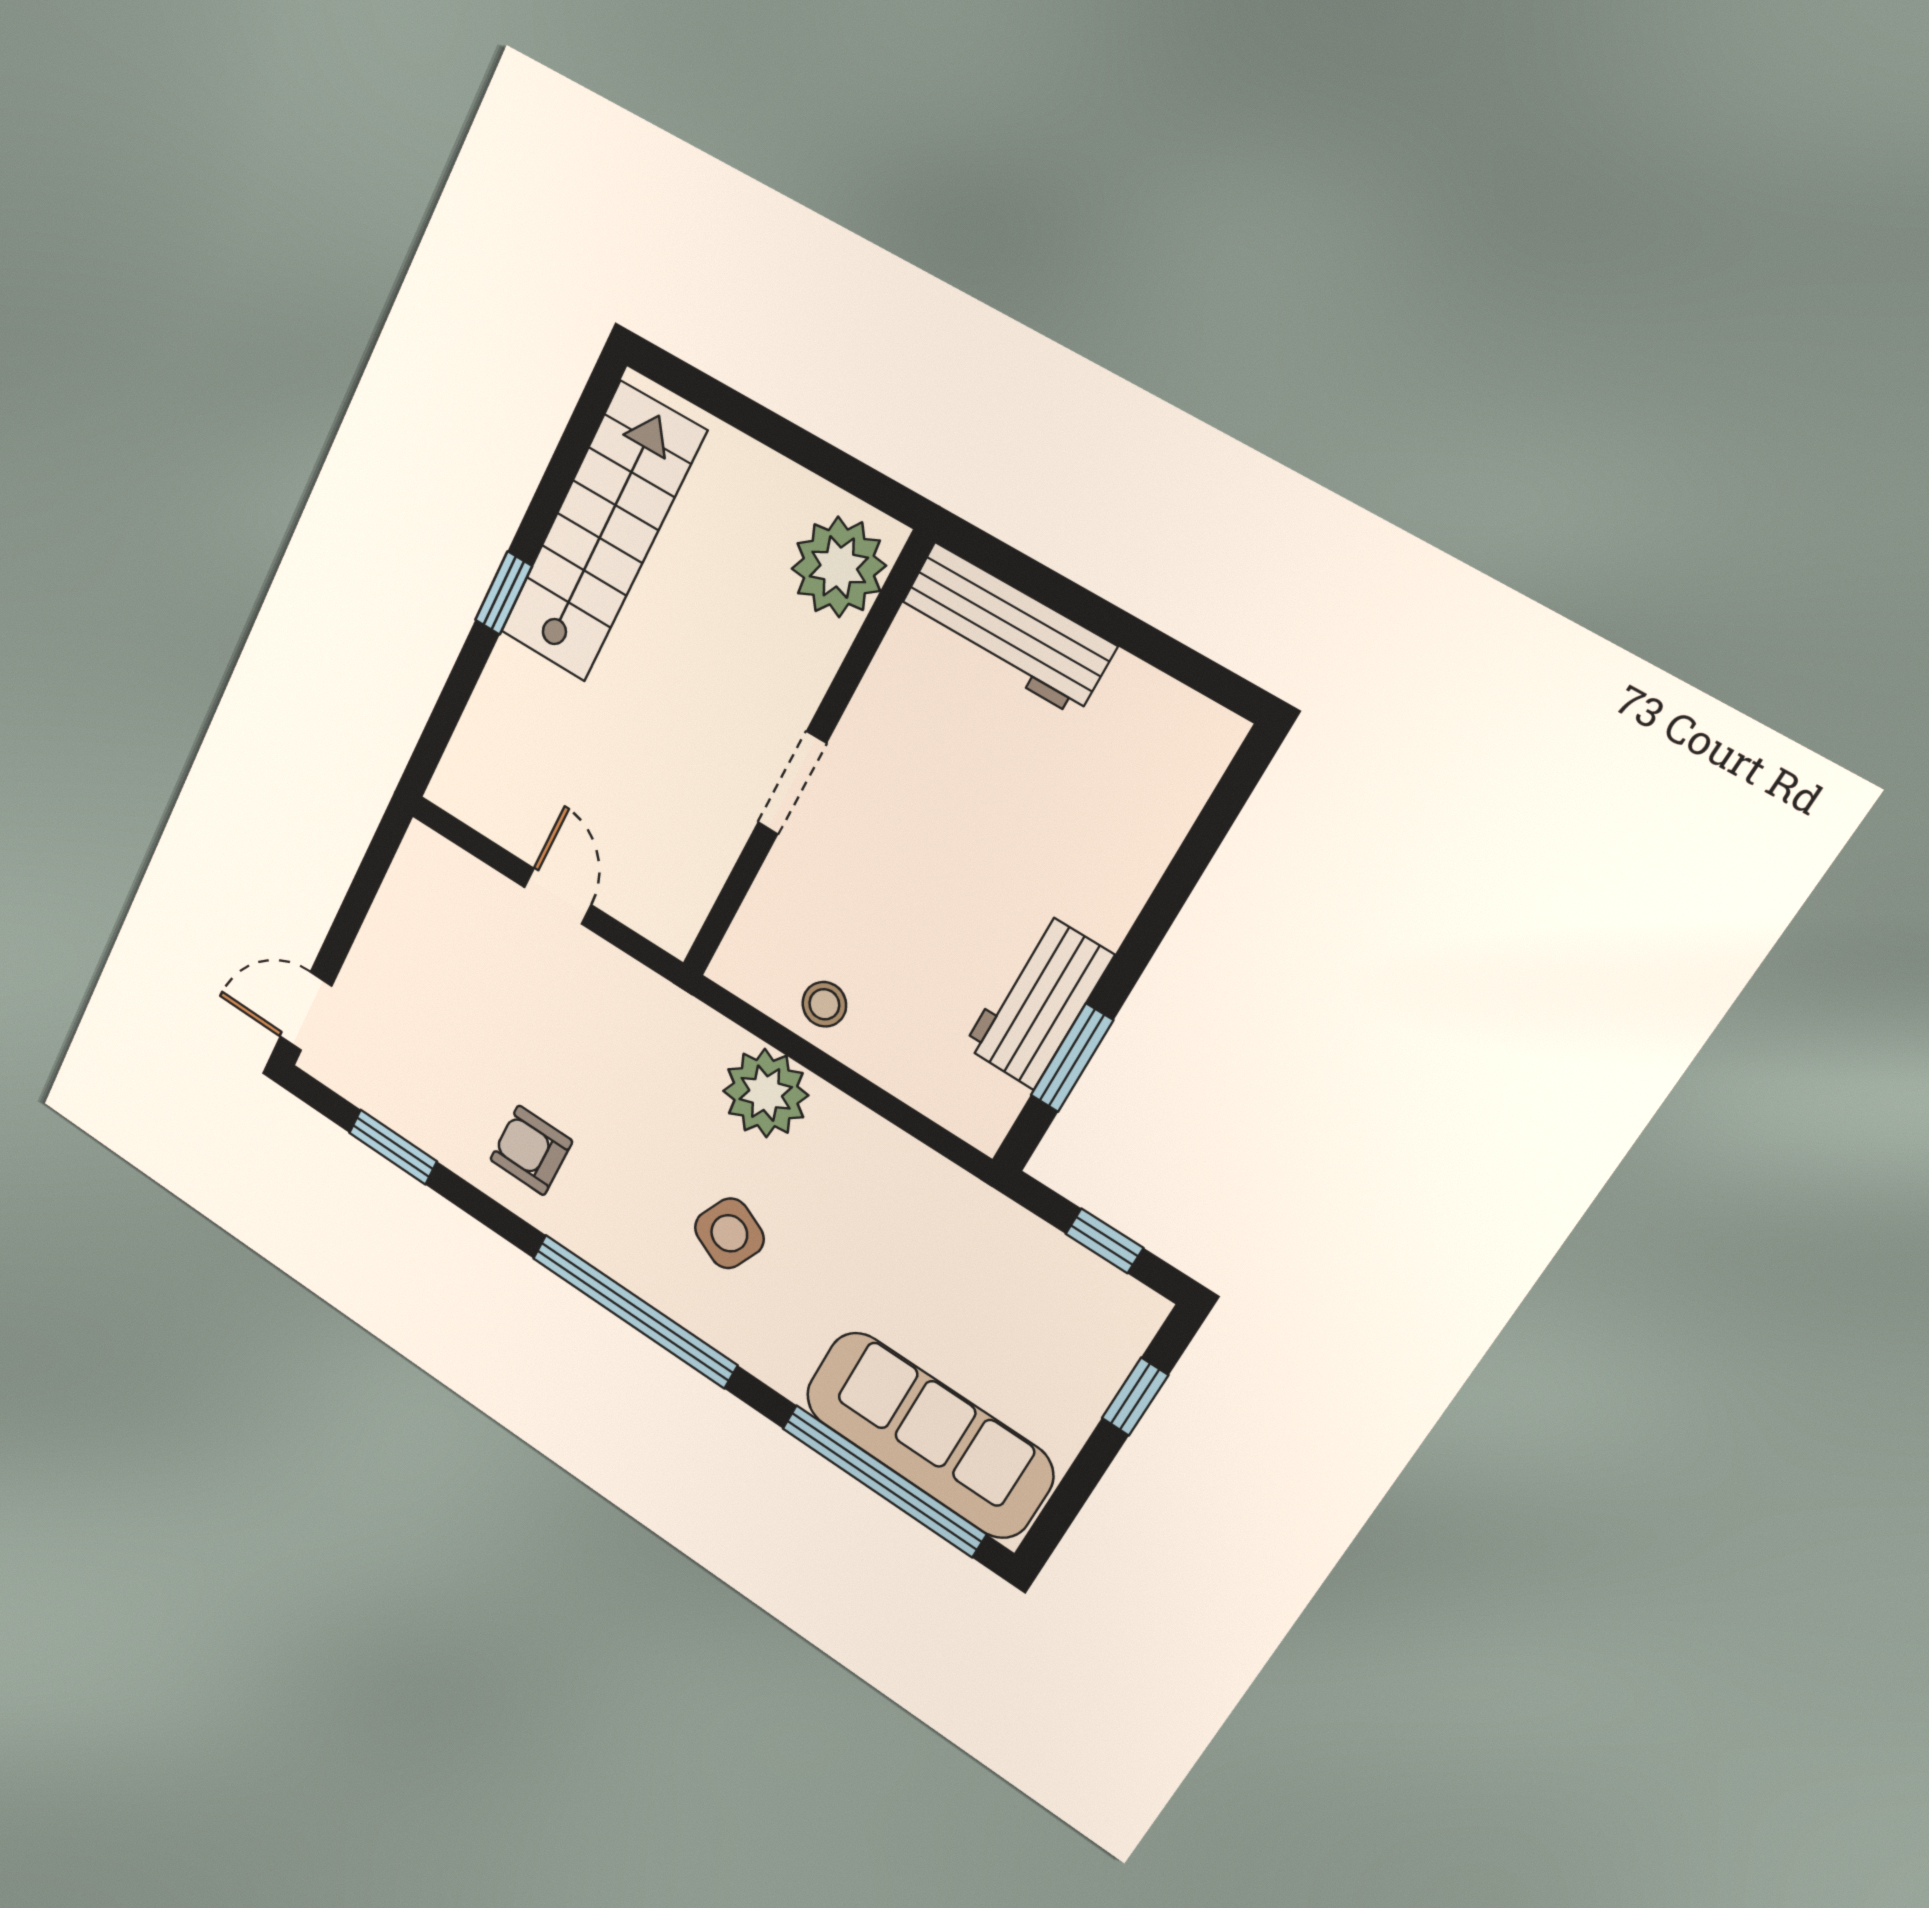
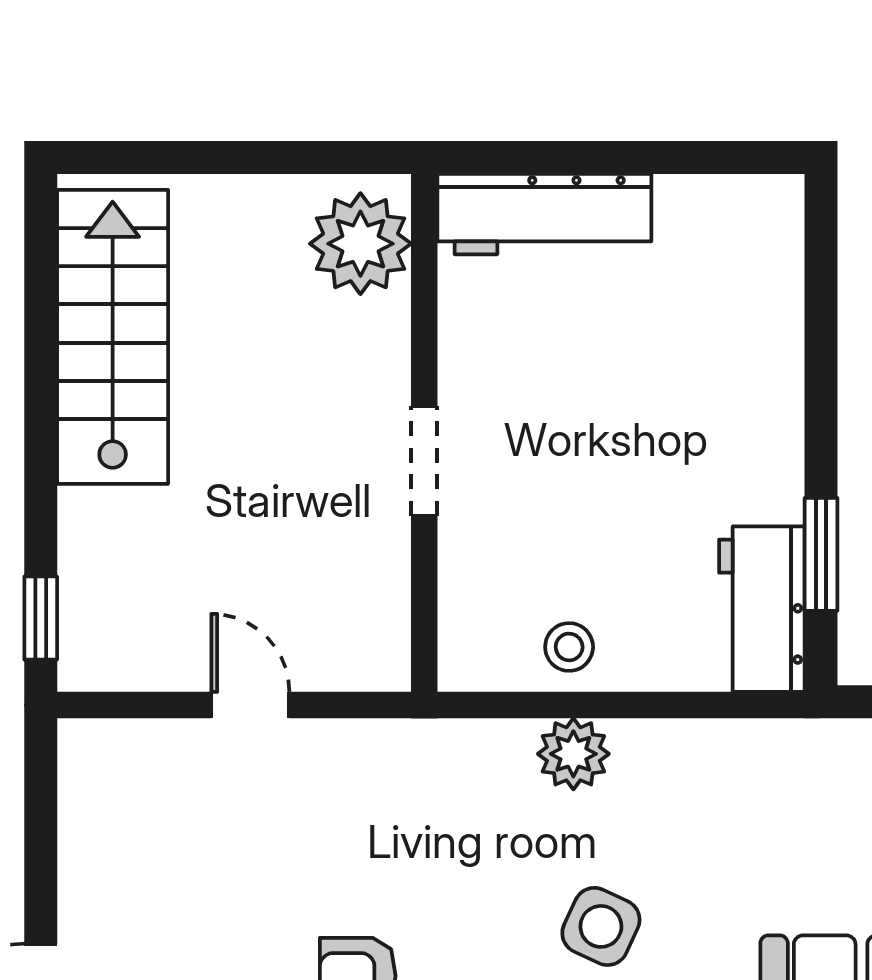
window: (504, 593) -> (41, 618), moved
workbench: (1038, 1001) -> (762, 609), moved
plant: (766, 1093) -> (573, 754), width x0.73, depth x0.73

